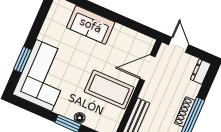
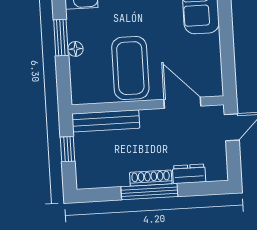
dresser: (201, 72) -> (189, 174), moved

